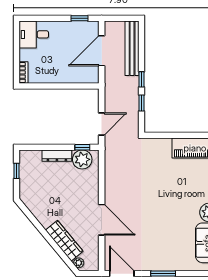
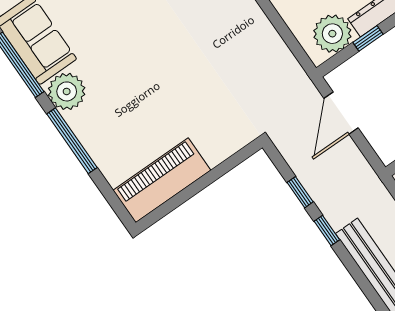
window: (82, 147) -> (368, 38), moved

